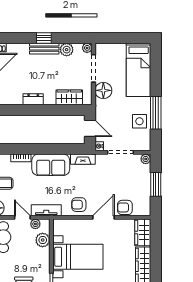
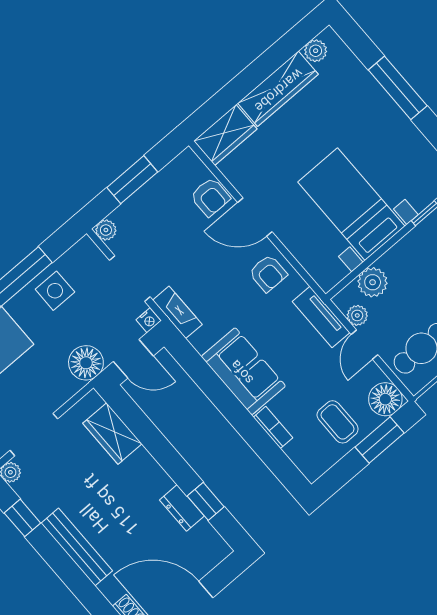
window: (44, 38) -> (22, 518), moved
bench: (44, 49) -> (77, 547), width x1.36
plant: (67, 50) -> (41, 502), removed
floor lamp: (103, 90) -> (86, 363), moved
dresser: (33, 99) -> (182, 508), moved
window: (15, 110) -> (206, 501), added
door: (90, 128) -> (133, 359), swing flipped
fireplace: (83, 159) -> (177, 312), moved

